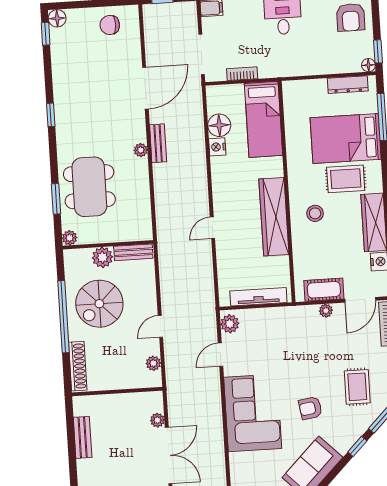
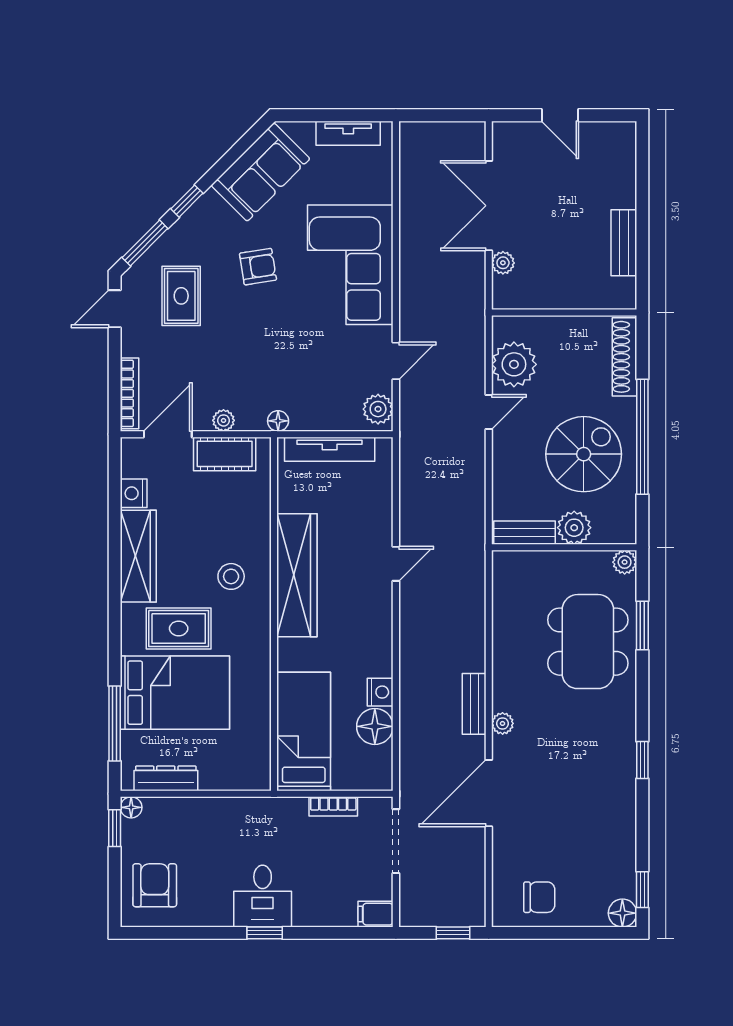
plant: (141, 150) -> (503, 723), moved
floor lamp: (292, 312) -> (278, 421), added
plant: (153, 363) -> (514, 364), width x1.88, depth x1.88

